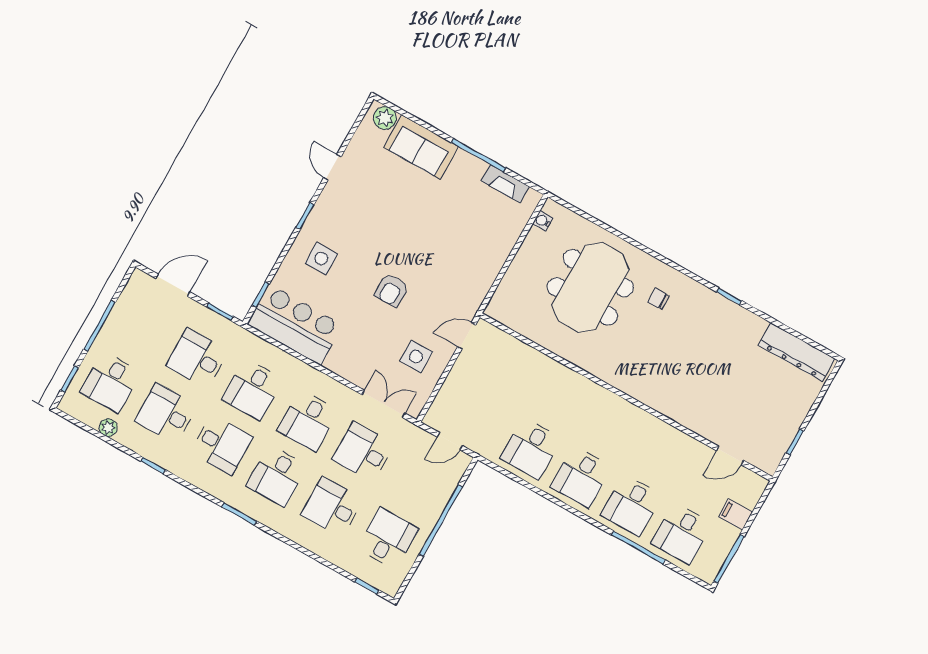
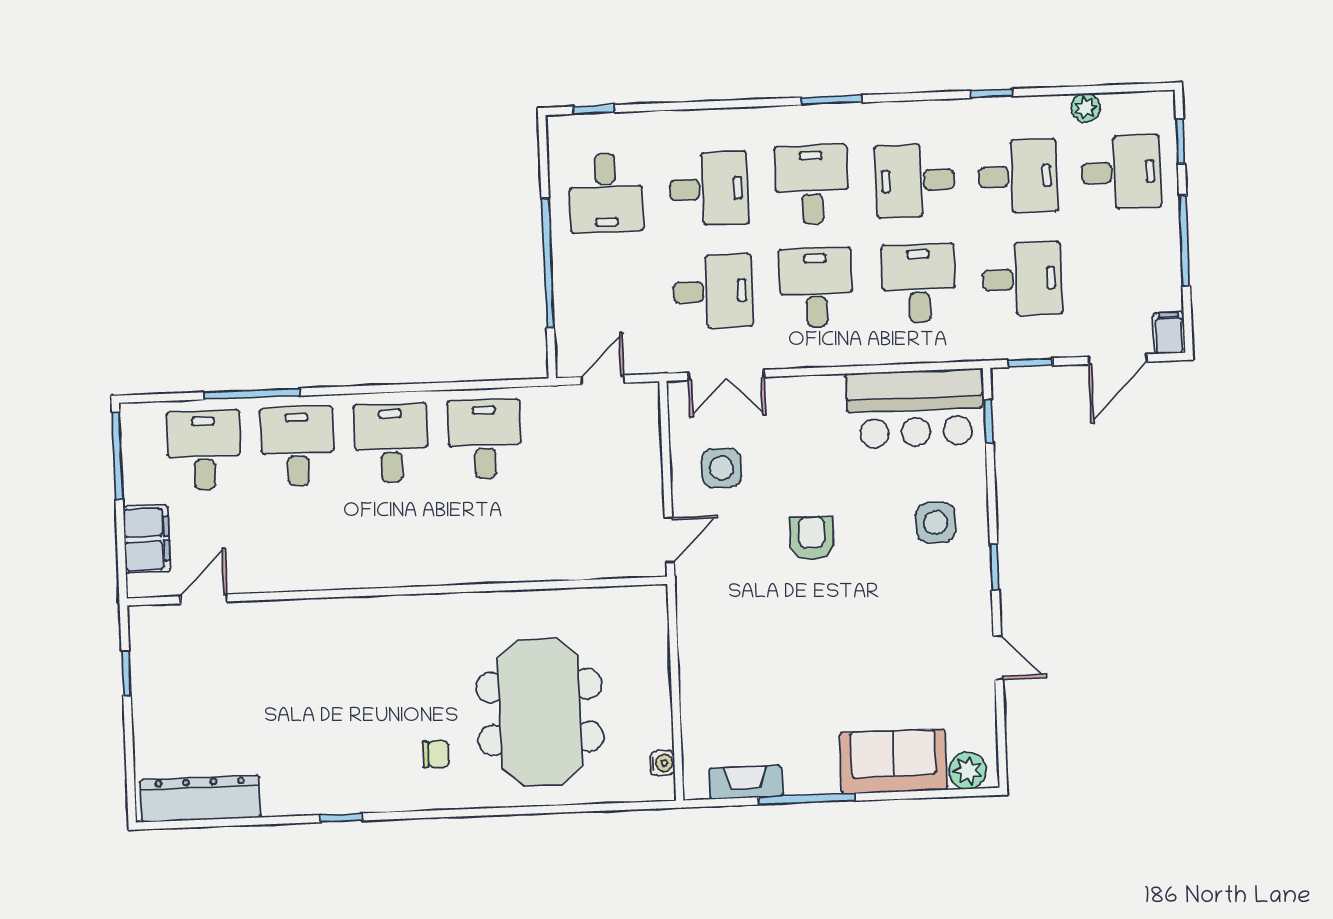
filing cabinet: (137, 282) -> (1169, 333), added
desk: (111, 382) -> (1121, 172), turned 90
filing cabinet: (736, 514) -> (147, 539), width x2.00

